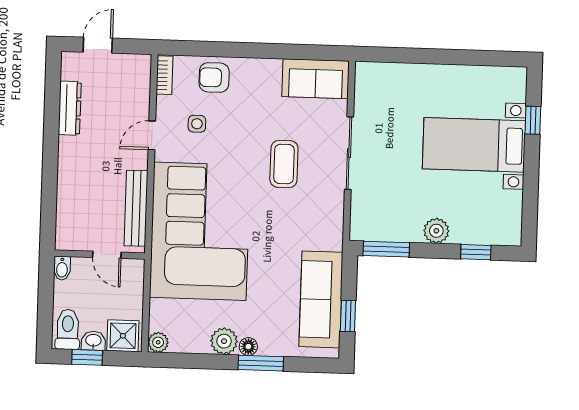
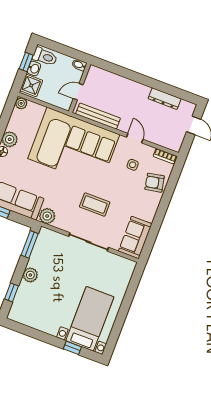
armchair: (214, 77) -> (155, 183), turned -101
bed with nightstands: (474, 145) -> (90, 319), moved
plant: (330, 236) -> (47, 216), added

